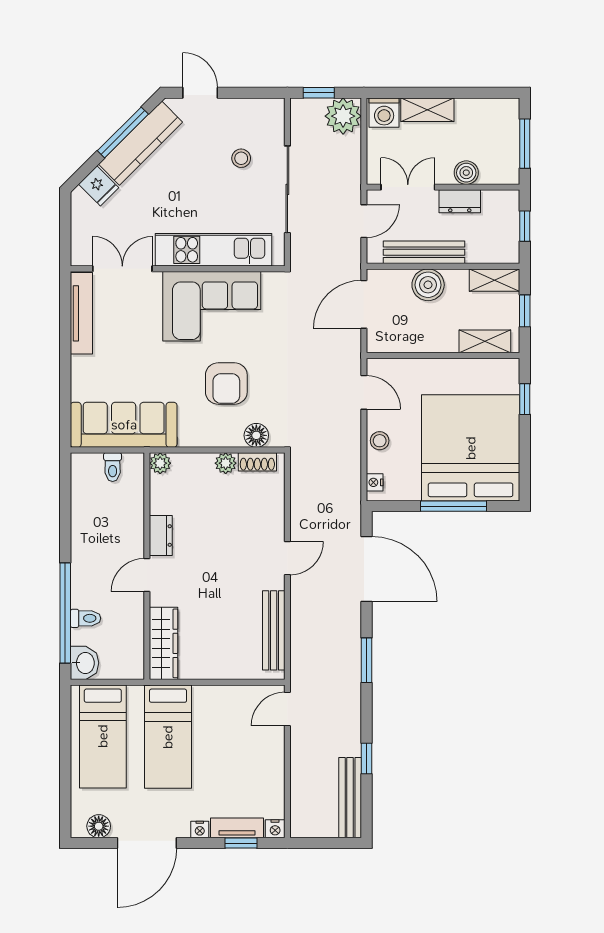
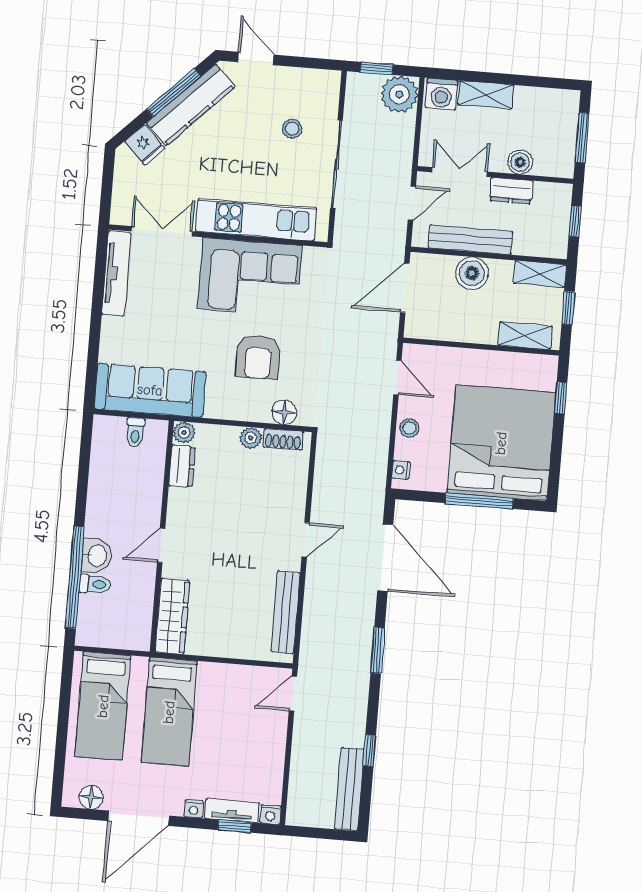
dresser: (161, 536) -> (182, 466), moved
washbasin: (85, 663) -> (96, 556), moved

